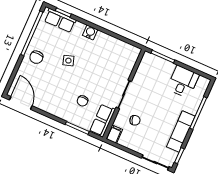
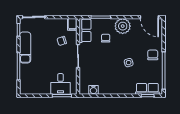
water cooler: (90, 32) -> (93, 90), moved
desk: (183, 82) -> (60, 84), moved
plant: (56, 106) -> (123, 26), added

